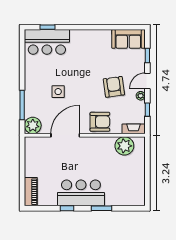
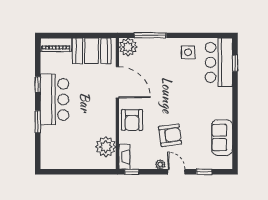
sofa: (128, 39) -> (222, 137), moved
side table: (58, 92) -> (188, 52), moved
window: (147, 110) -> (132, 172), moved
booth: (36, 159) -> (92, 51), added

